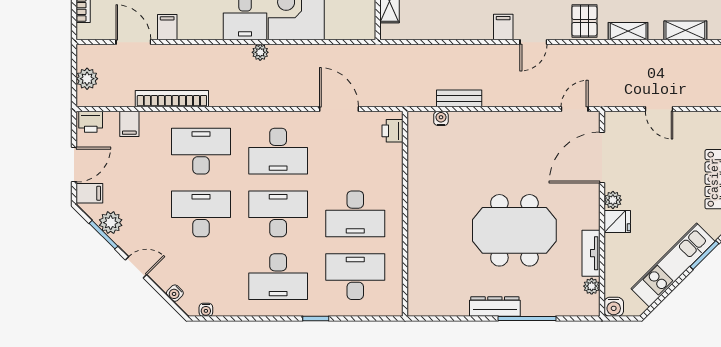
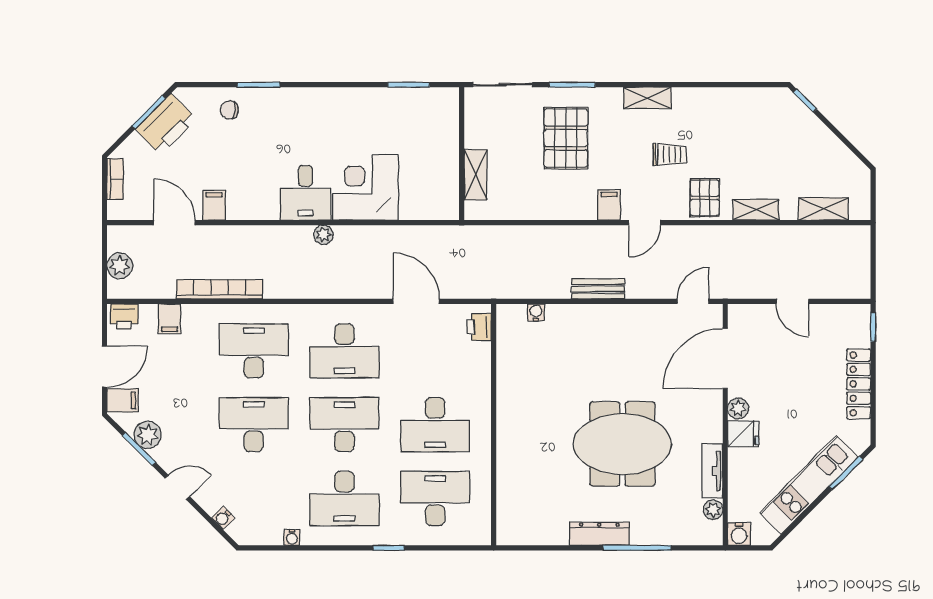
bench: (459, 98) -> (598, 289), moved
water cooler: (206, 310) -> (292, 537), moved

